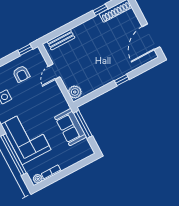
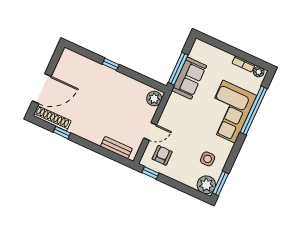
door: (151, 37) -> (42, 89), moved
armchair: (21, 74) -> (162, 155), moved

